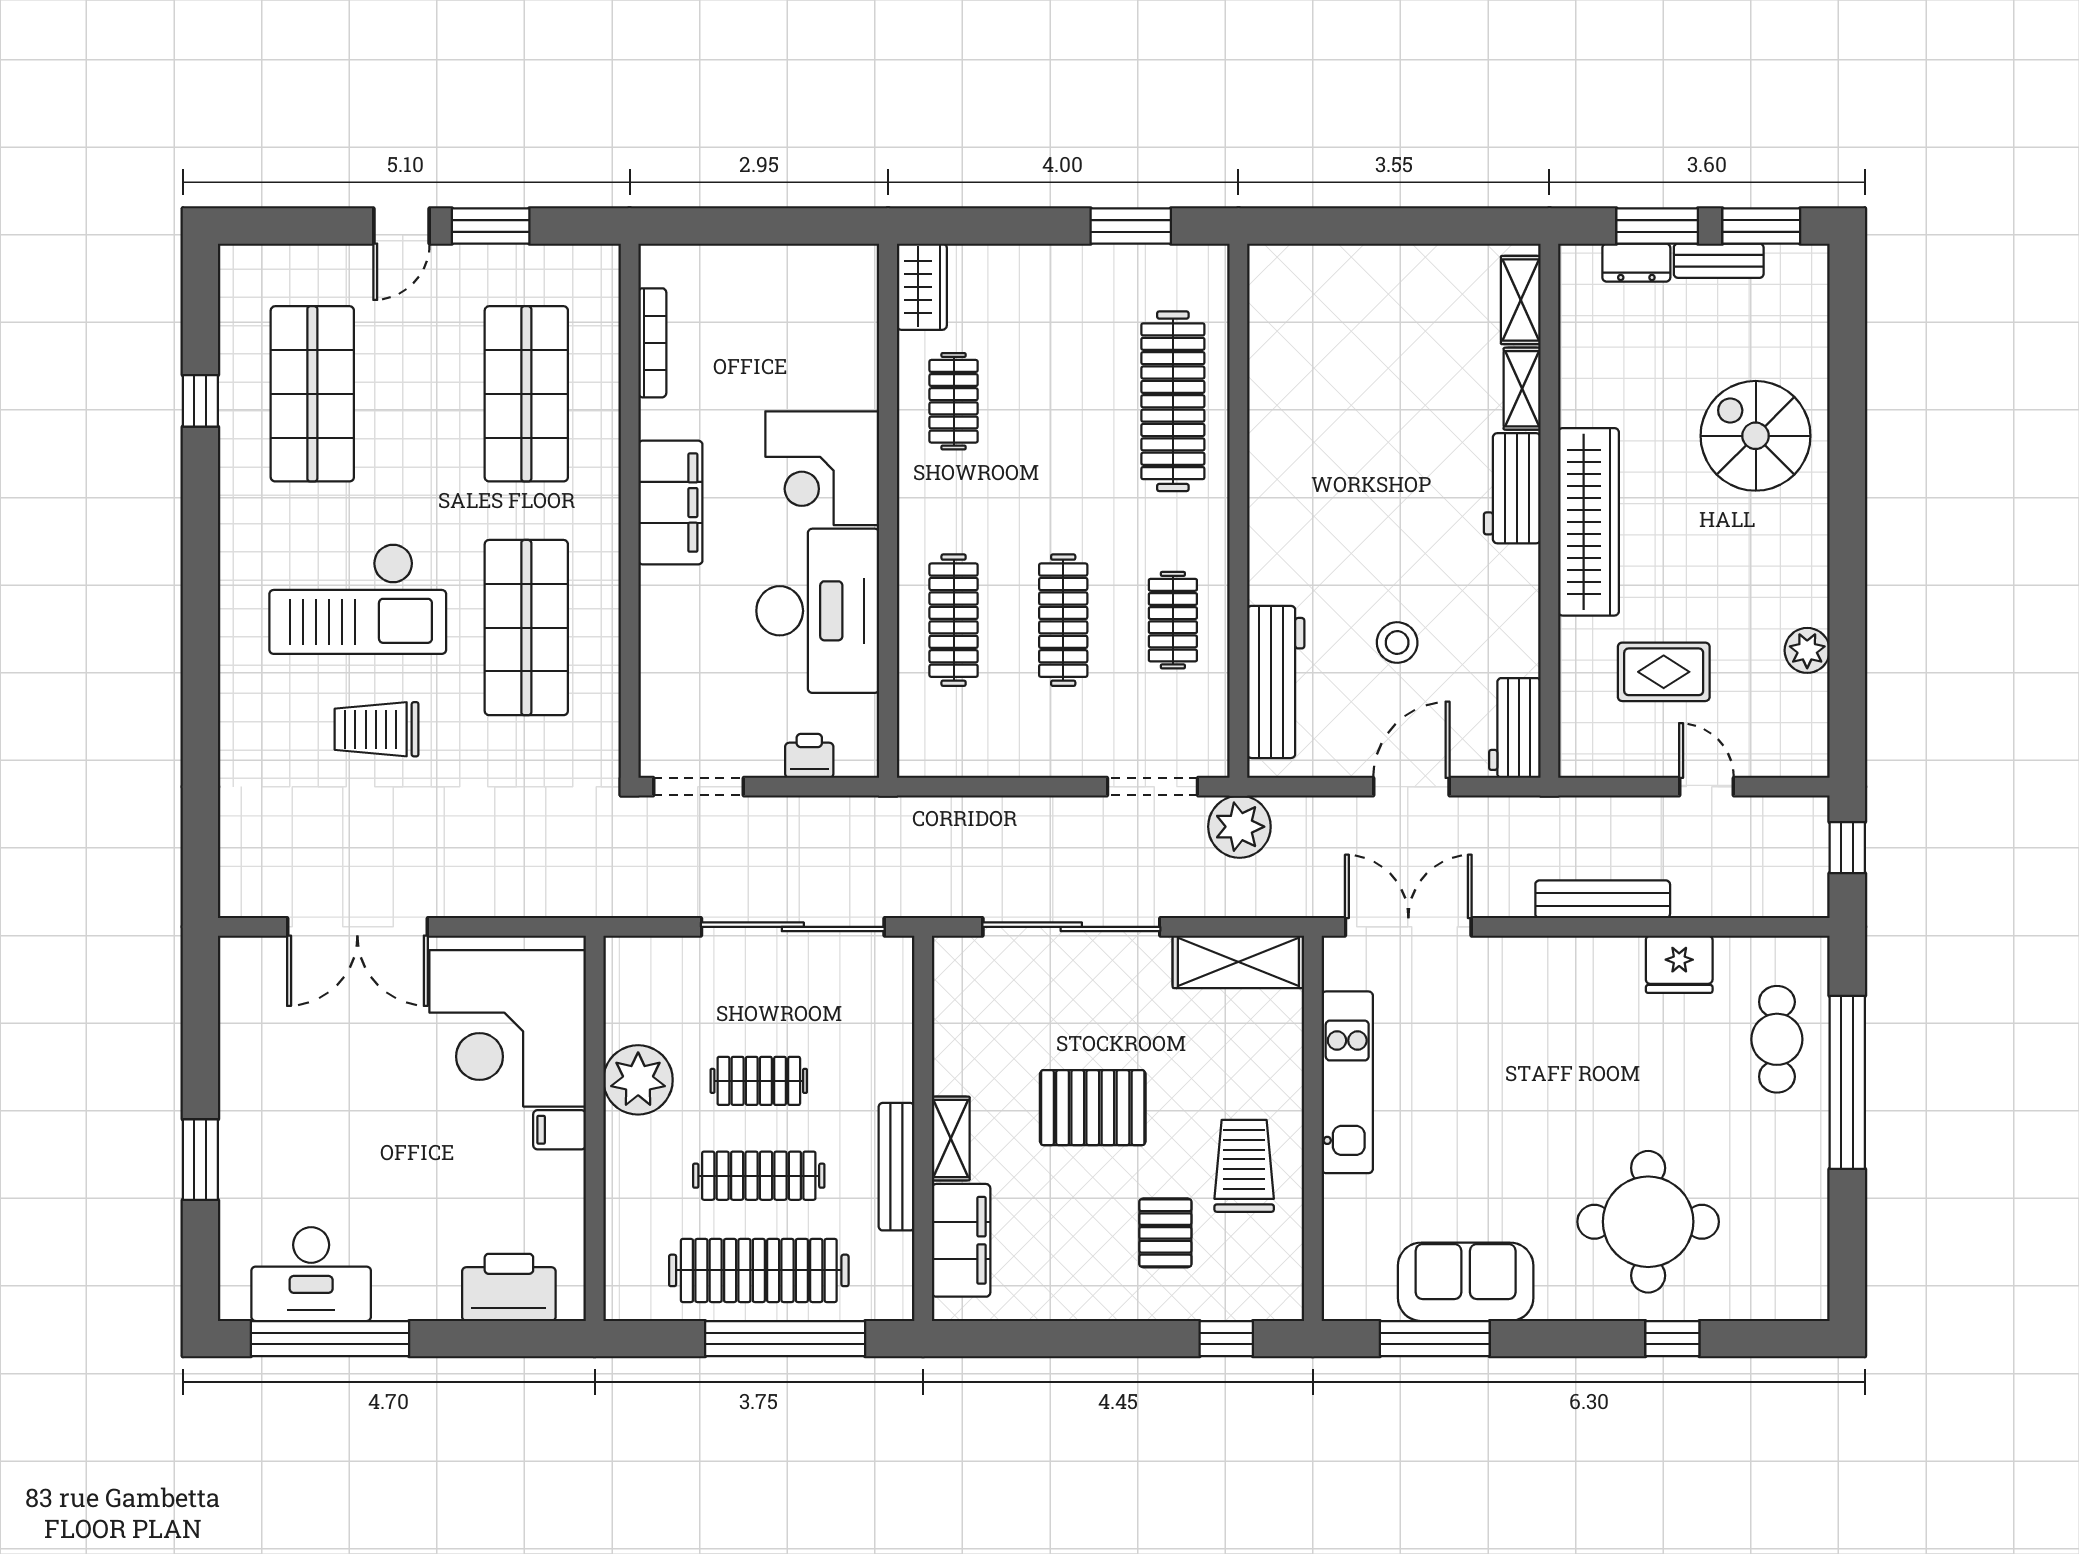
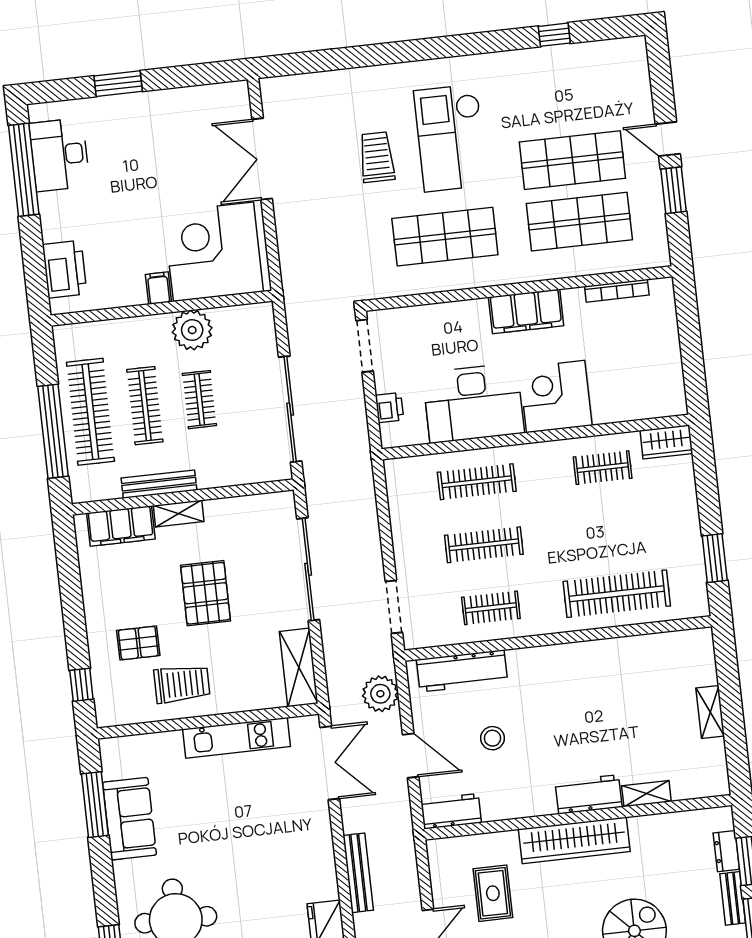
shelving: (1521, 300) -> (710, 712), moved, turned 90
shop shelf: (312, 394) -> (572, 160), moved
plant: (1239, 827) -> (380, 694), moved

